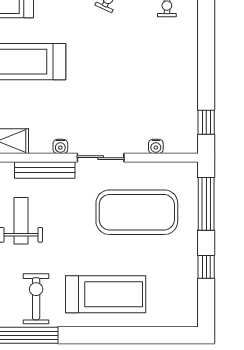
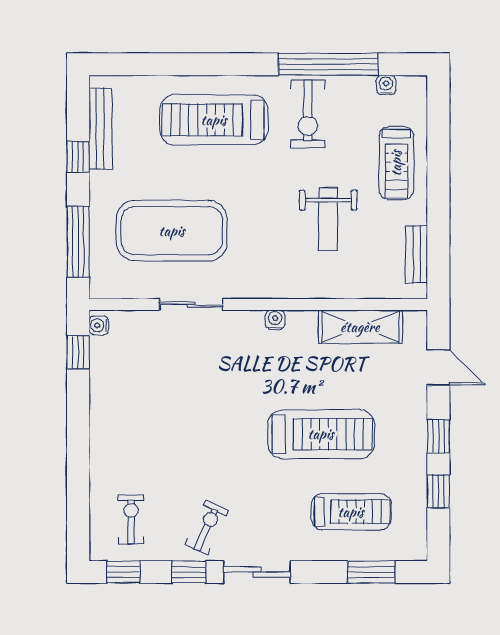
water cooler: (156, 146) -> (99, 325), moved, turned -90
sliding door: (101, 158) -> (191, 304), moved
bench: (45, 170) -> (100, 129), moved, turned 90

